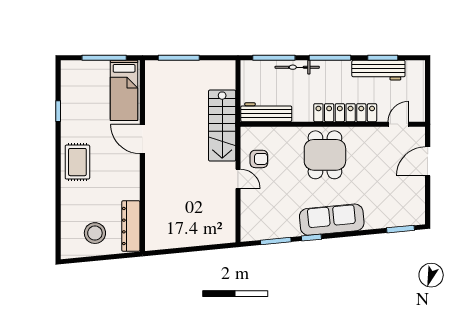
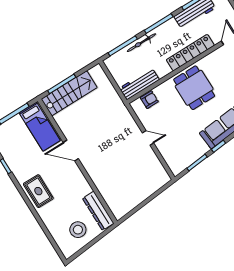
stairs: (222, 126) -> (69, 93), moved, turned -90
armchair: (259, 159) -> (149, 100), moved

